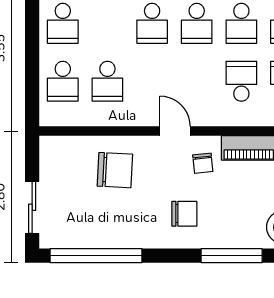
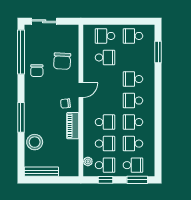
school desk: (107, 81) -> (105, 57), turned 180
chair: (184, 214) -> (37, 71), moved

